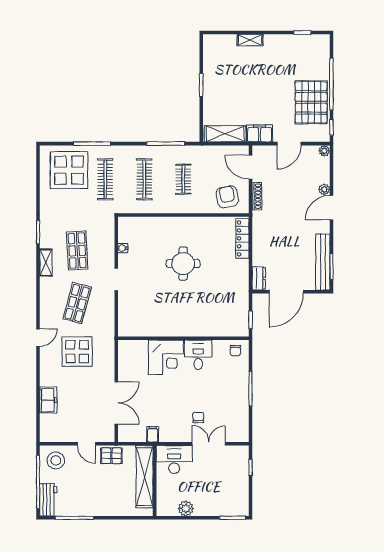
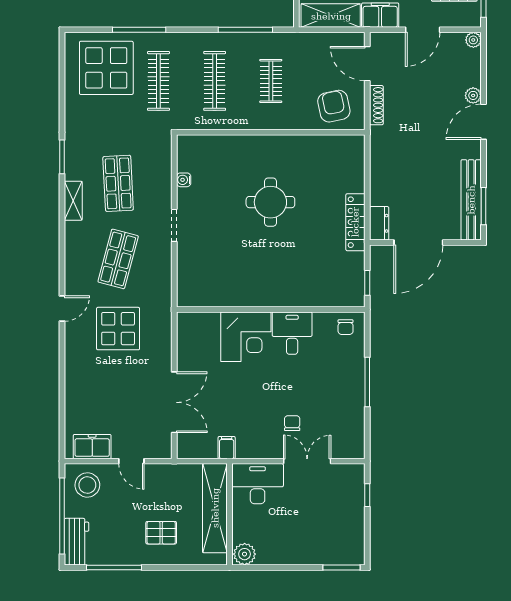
locker: (242, 238) -> (355, 222), moved
freezer: (48, 400) -> (92, 447), moved, turned -90
pallet: (111, 456) -> (161, 533), moved
plant: (186, 508) -> (245, 554), moved

